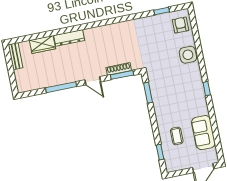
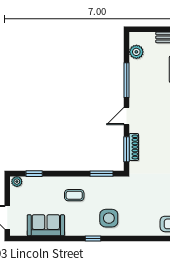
side table: (188, 55) -> (109, 218), moved
plant: (34, 84) -> (136, 52), added
coffee table: (177, 136) -> (74, 195), moved
plant: (170, 166) -> (17, 182), added

